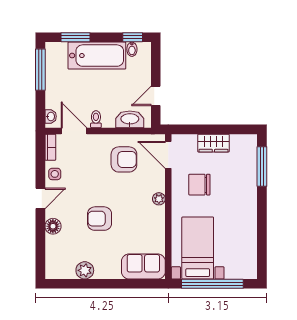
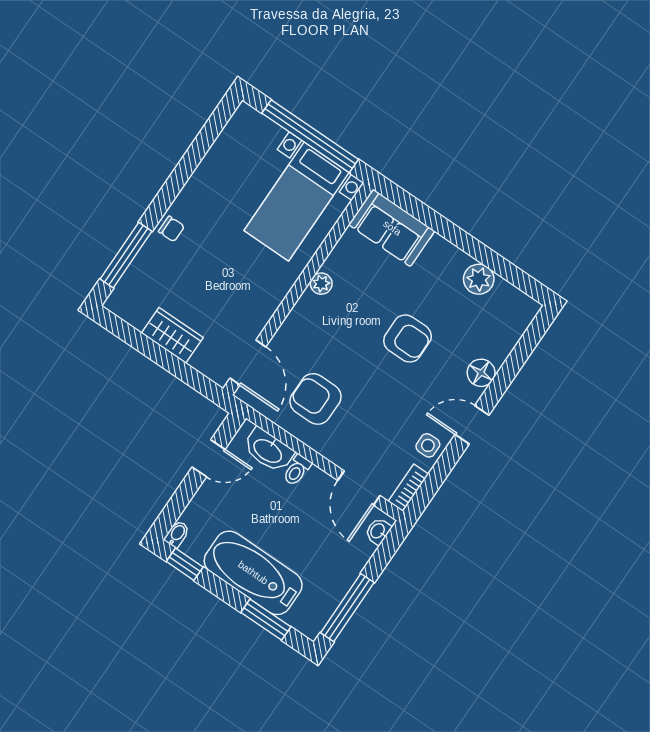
bidet: (132, 49) -> (177, 534), moved
toilet: (96, 119) -> (297, 470), moved
chair: (199, 185) -> (171, 229), moved, width x0.54, depth x0.54
plant: (159, 199) -> (321, 284), moved

